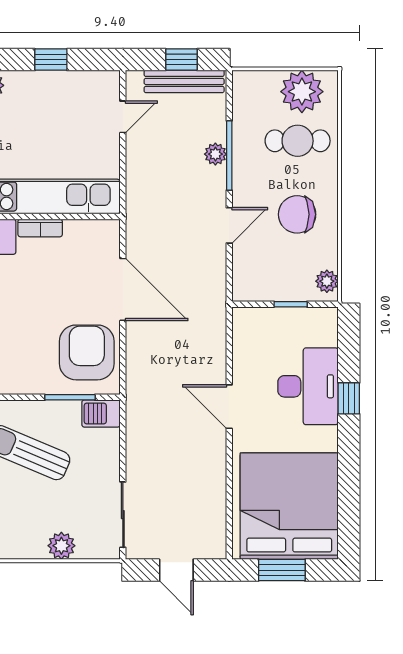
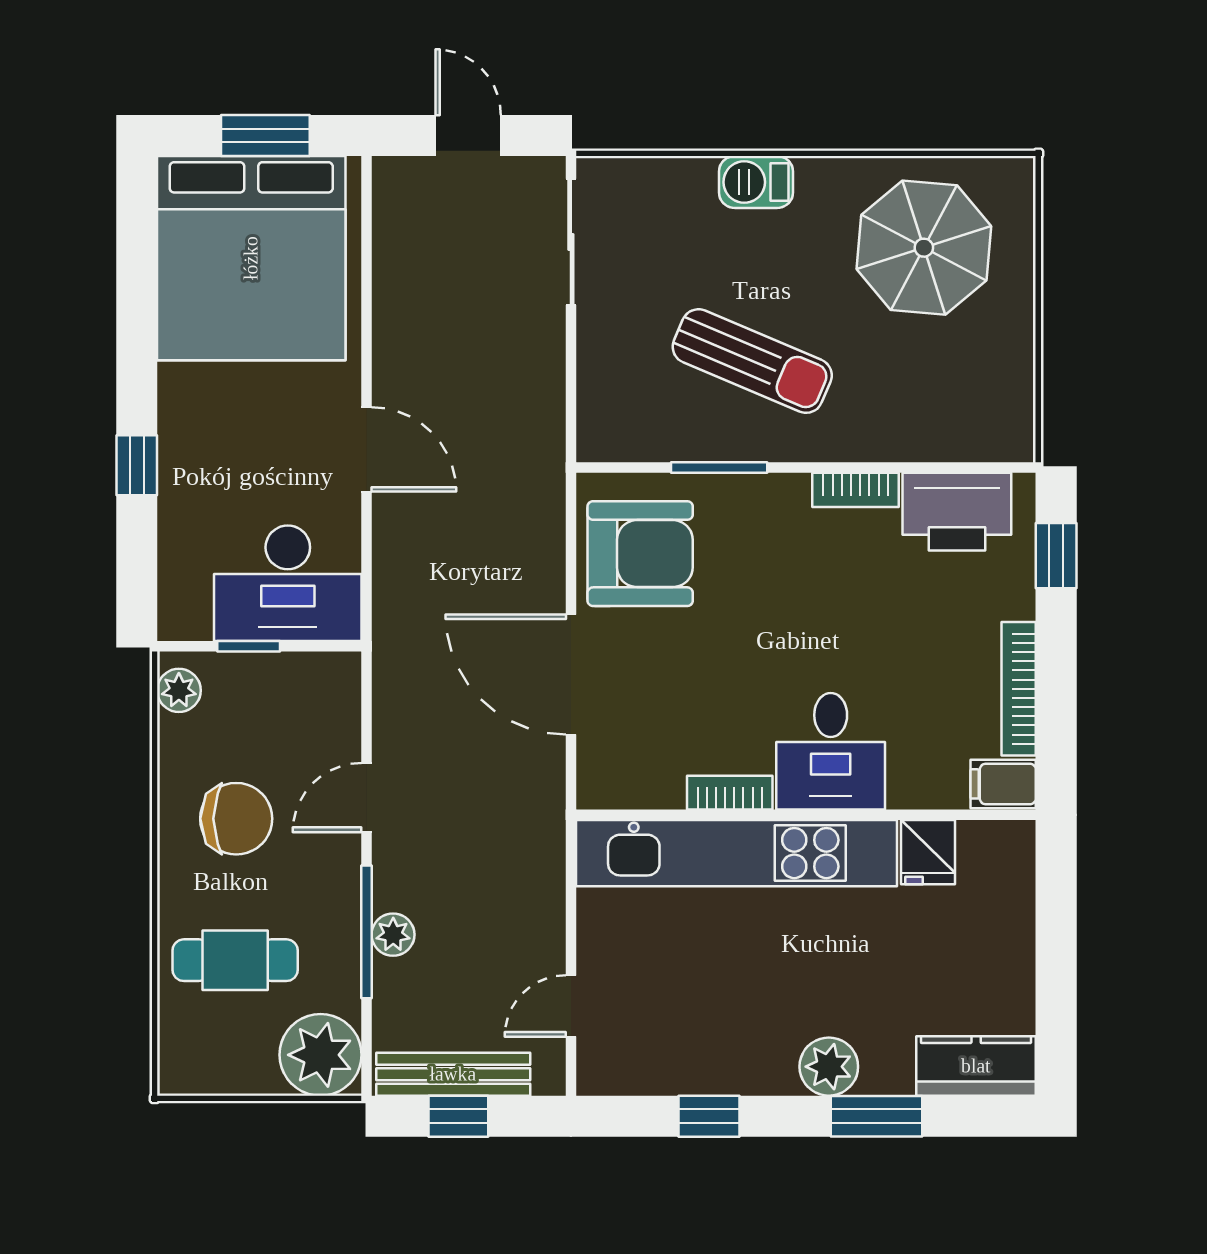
plant: (302, 92) -> (321, 1055), moved
armchair: (87, 352) -> (640, 554), turned -90
desk: (308, 386) -> (288, 583), moved, turned -90
window: (70, 397) -> (719, 467), moved
barbecue: (101, 413) -> (756, 182), moved, turned 180
plant: (61, 546) -> (689, 182), removed

